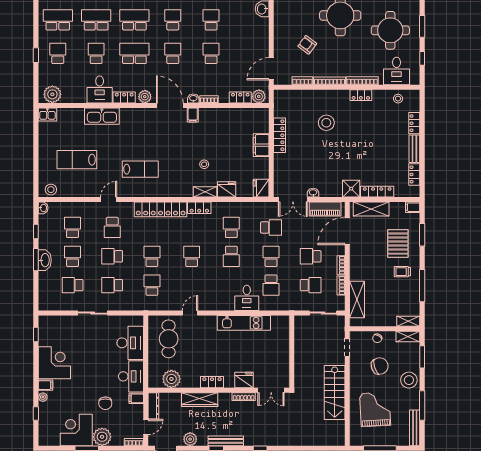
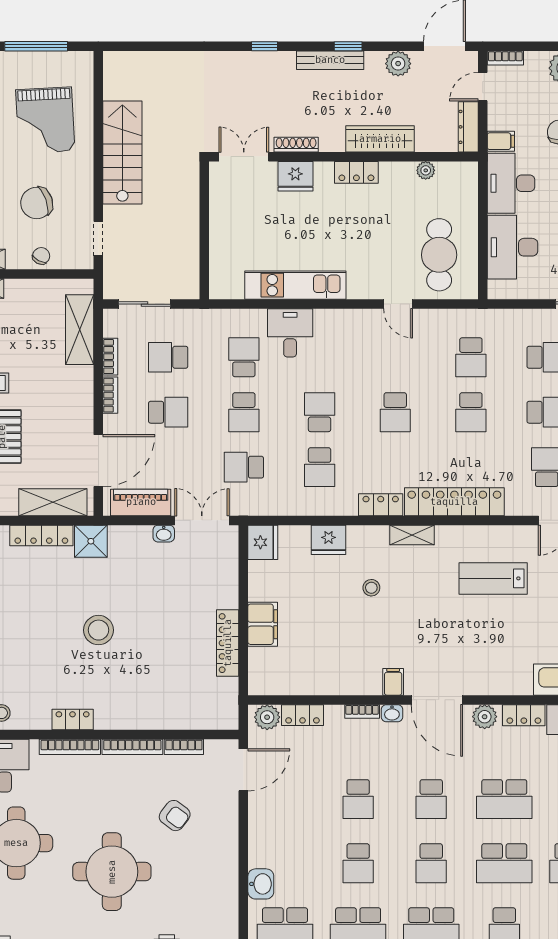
stool: (326, 123) -> (99, 630), moved
shelving: (205, 192) -> (412, 535), moved
door: (190, 313) -> (398, 304), hinge flipped
plant: (171, 379) -> (426, 170), width x0.53, depth x0.53

